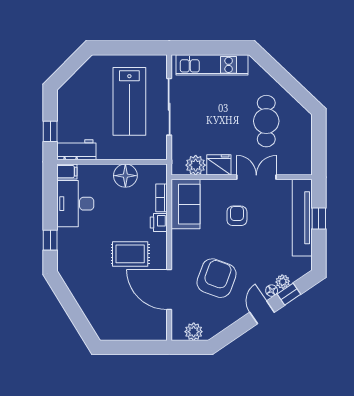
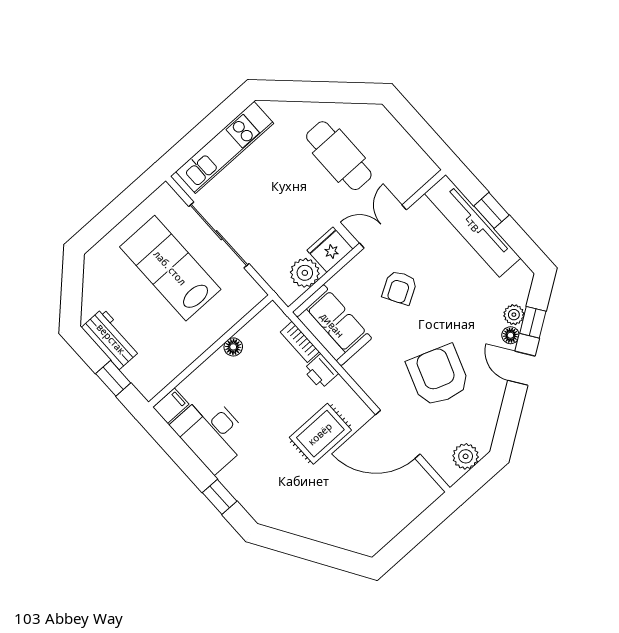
lab bench: (129, 101) -> (170, 268), turned 180
workbench: (76, 150) -> (111, 339), moved, turned 90
floor lamp: (125, 176) -> (233, 347), width x0.53, depth x0.53
armchair: (237, 216) -> (400, 288), turned -120

